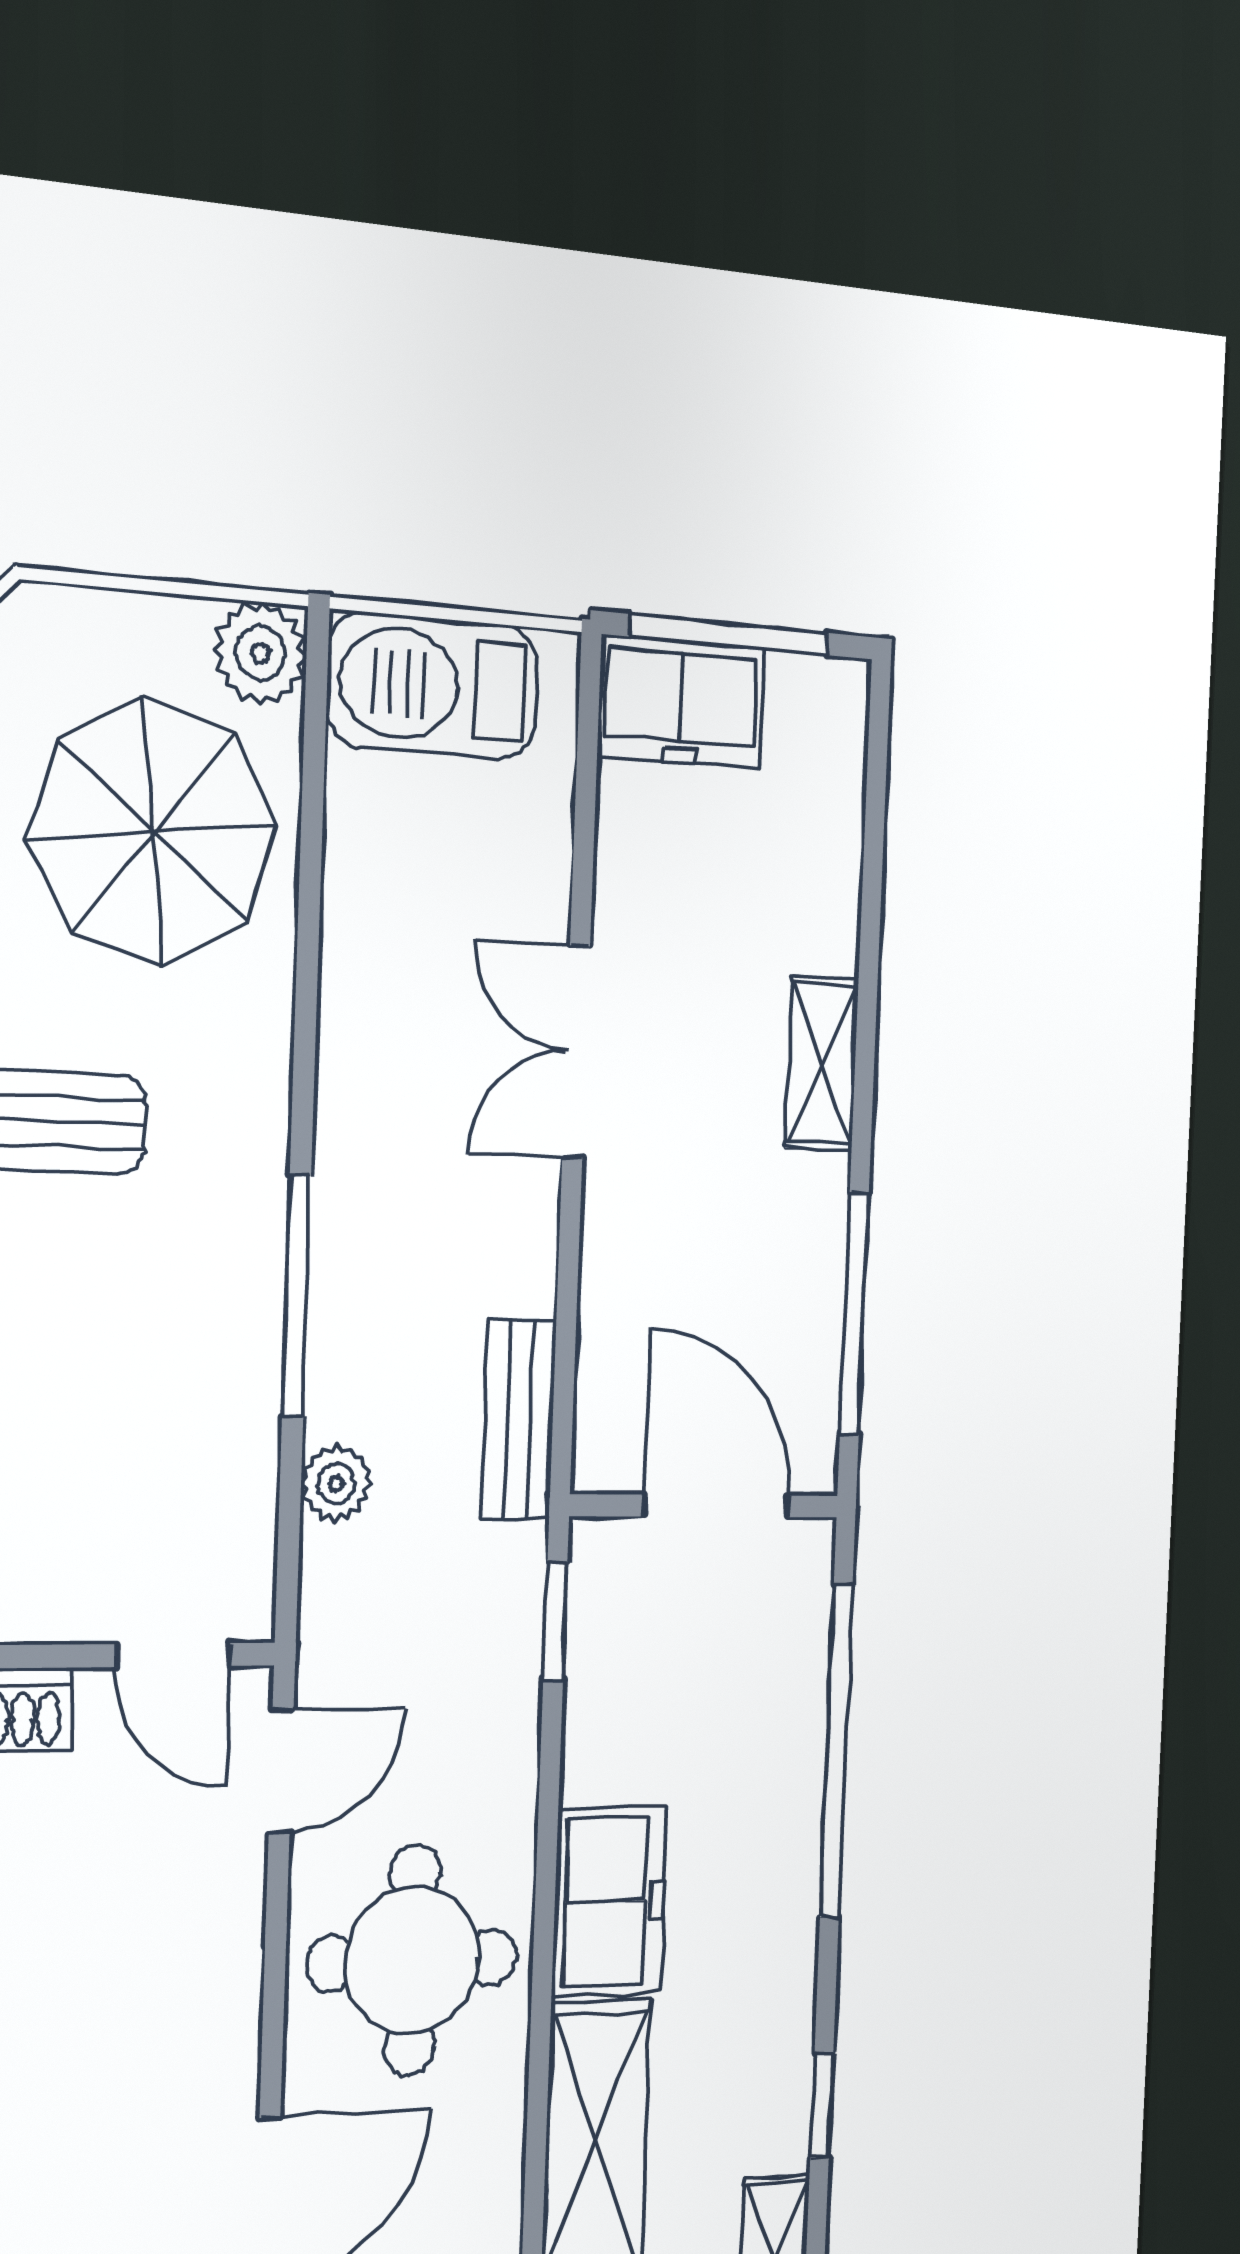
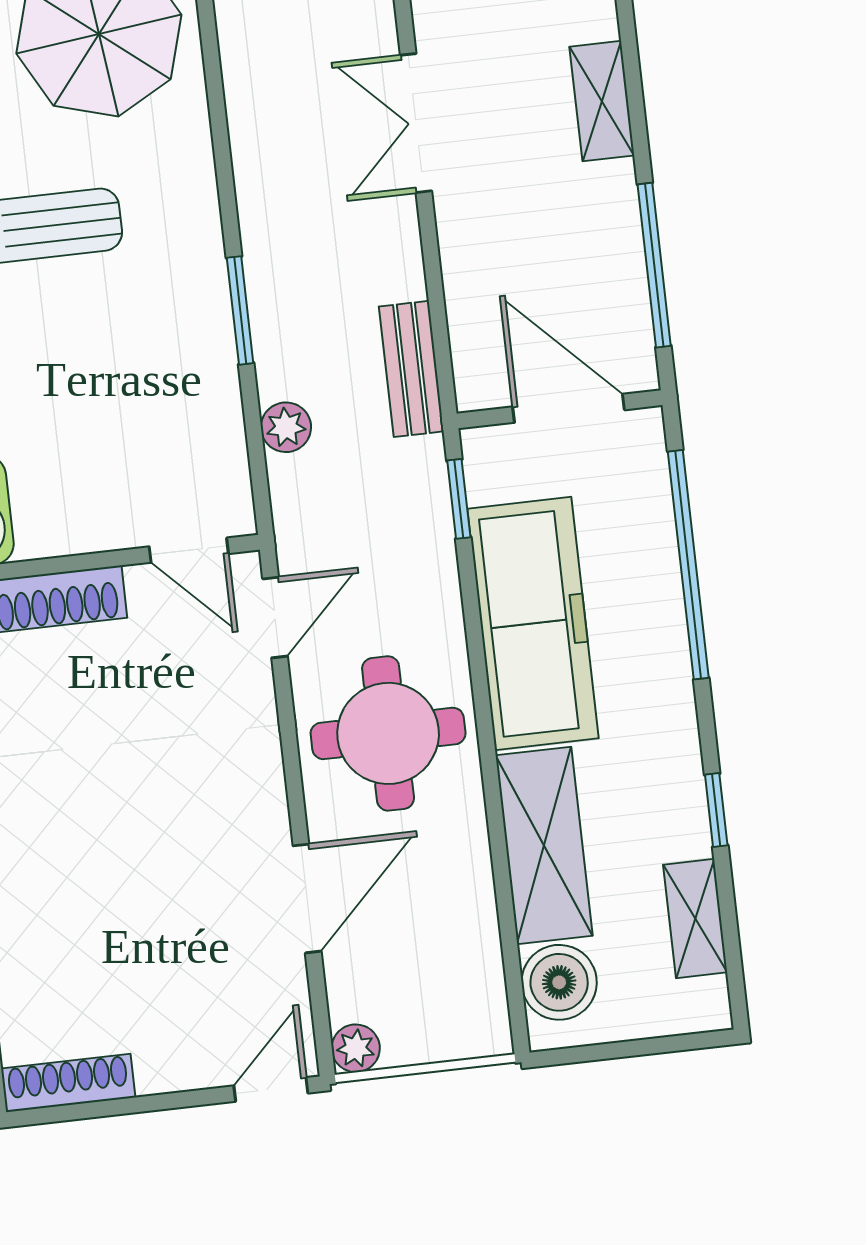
window: (297, 1296) -> (240, 310), width x0.69
freezer: (609, 1901) -> (533, 623), width x1.91, depth x1.26

